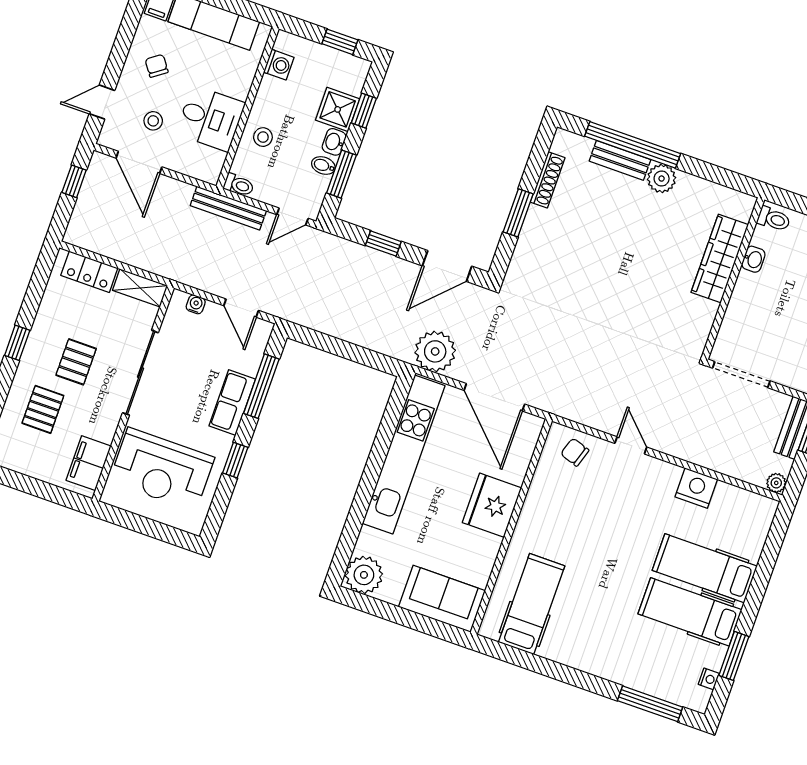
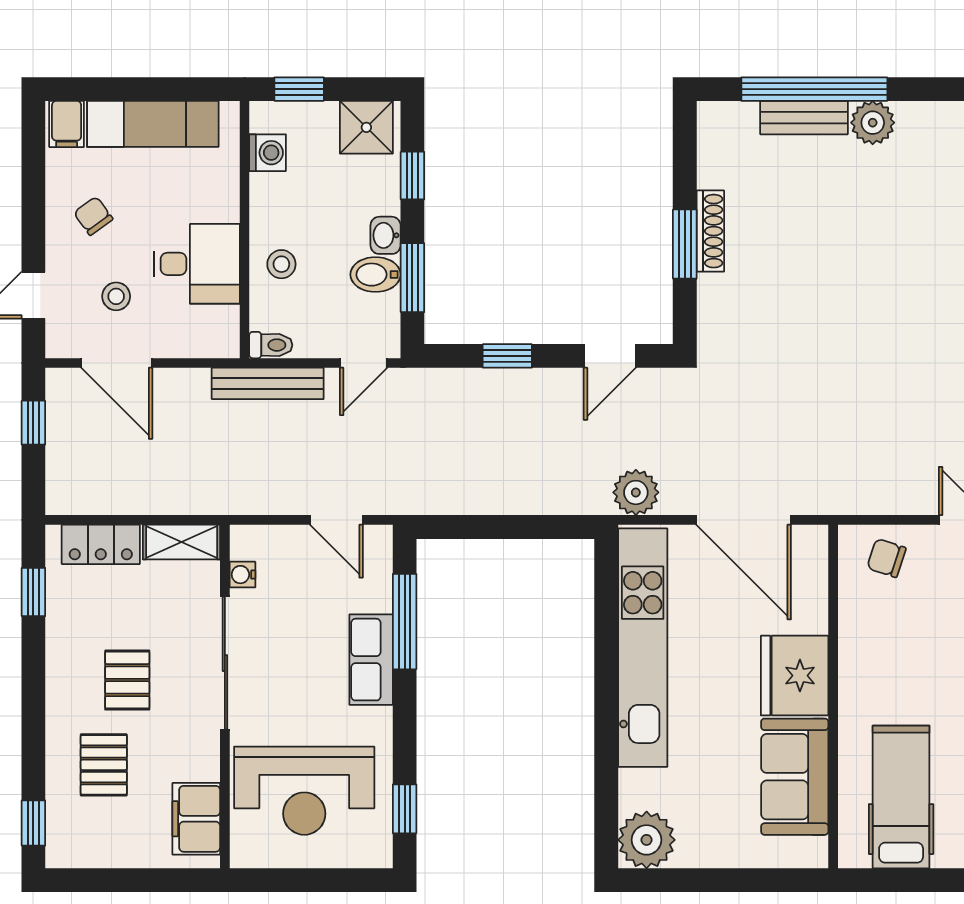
window: (340, 42) -> (299, 89), moved
shower: (338, 109) -> (366, 127), moved
bidet: (323, 166) -> (375, 275), width x1.38, depth x1.36
shoe rack: (548, 180) -> (710, 231), moved
door: (447, 266) -> (610, 356), width x0.73
water cooler: (196, 304) -> (242, 575), moved, turned -90
window: (17, 343) -> (33, 592), moved
plant: (435, 351) -> (636, 492), width x0.73, depth x0.73
window: (235, 460) -> (405, 809), moved
sofa: (442, 599) -> (795, 777), moved, turned -90

